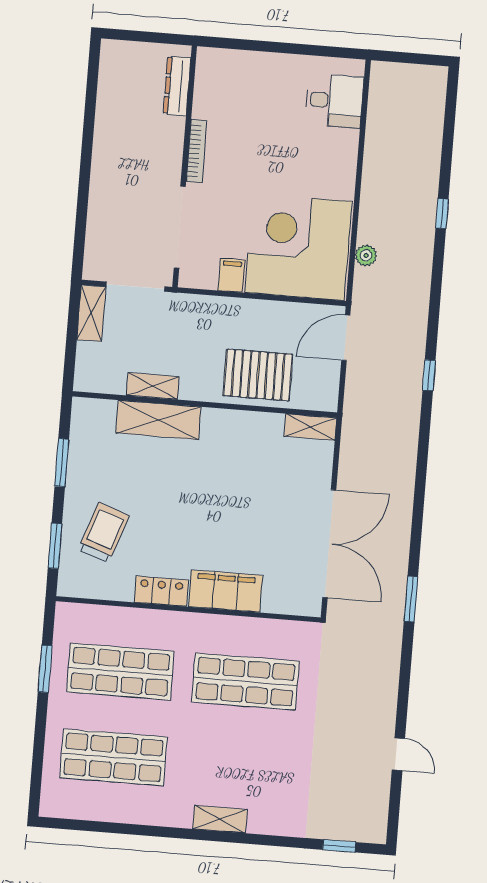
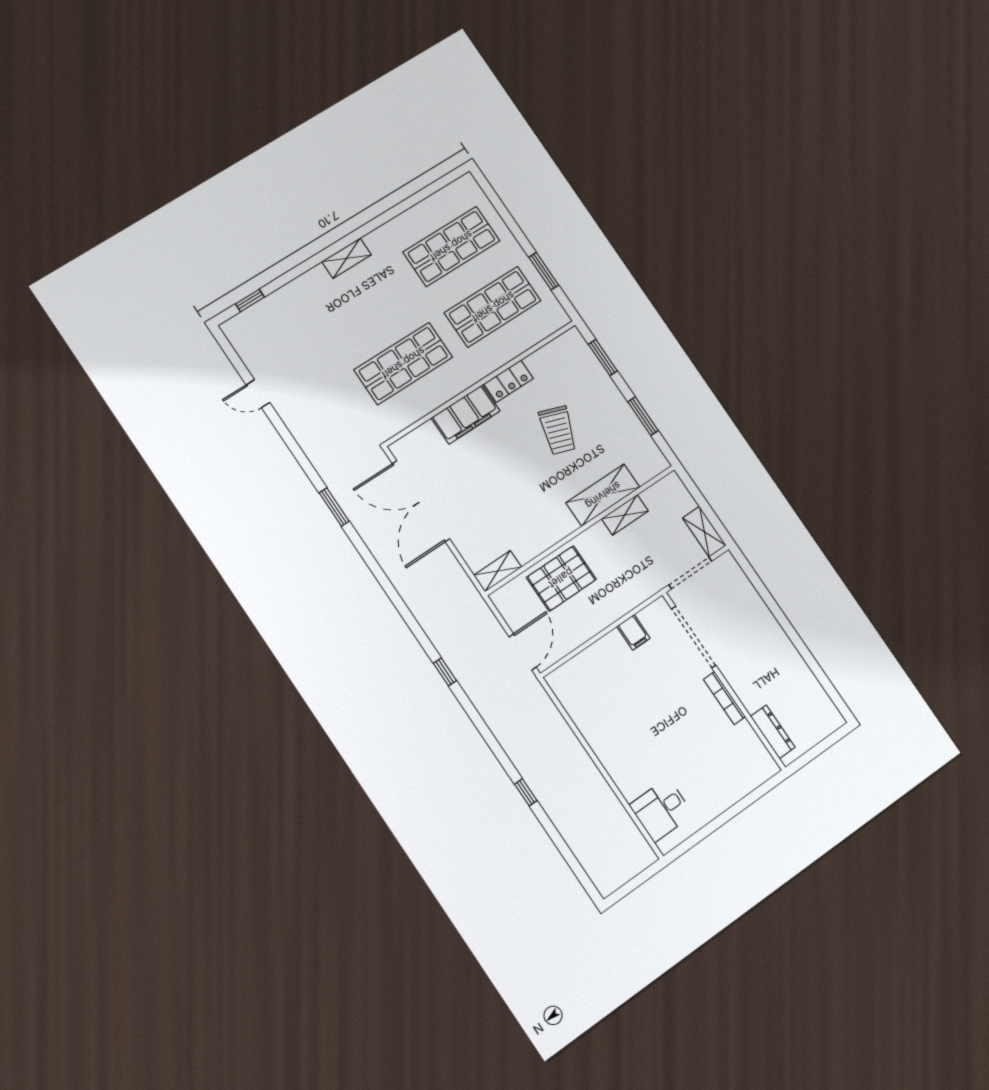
corner desk: (298, 247) -> (605, 688), removed
plant: (366, 255) -> (554, 720), removed
trolley: (104, 533) -> (558, 430), moved

